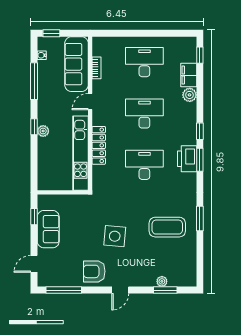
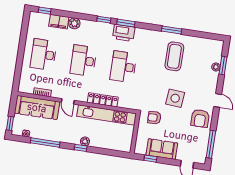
armchair: (86, 214) -> (154, 118), added

